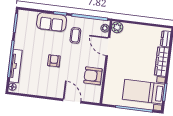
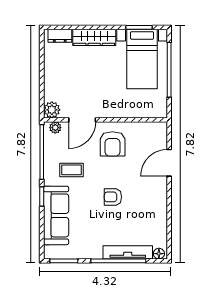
sofa: (52, 22) -> (56, 215), width x1.36
armchair: (93, 76) -> (113, 144), moved

